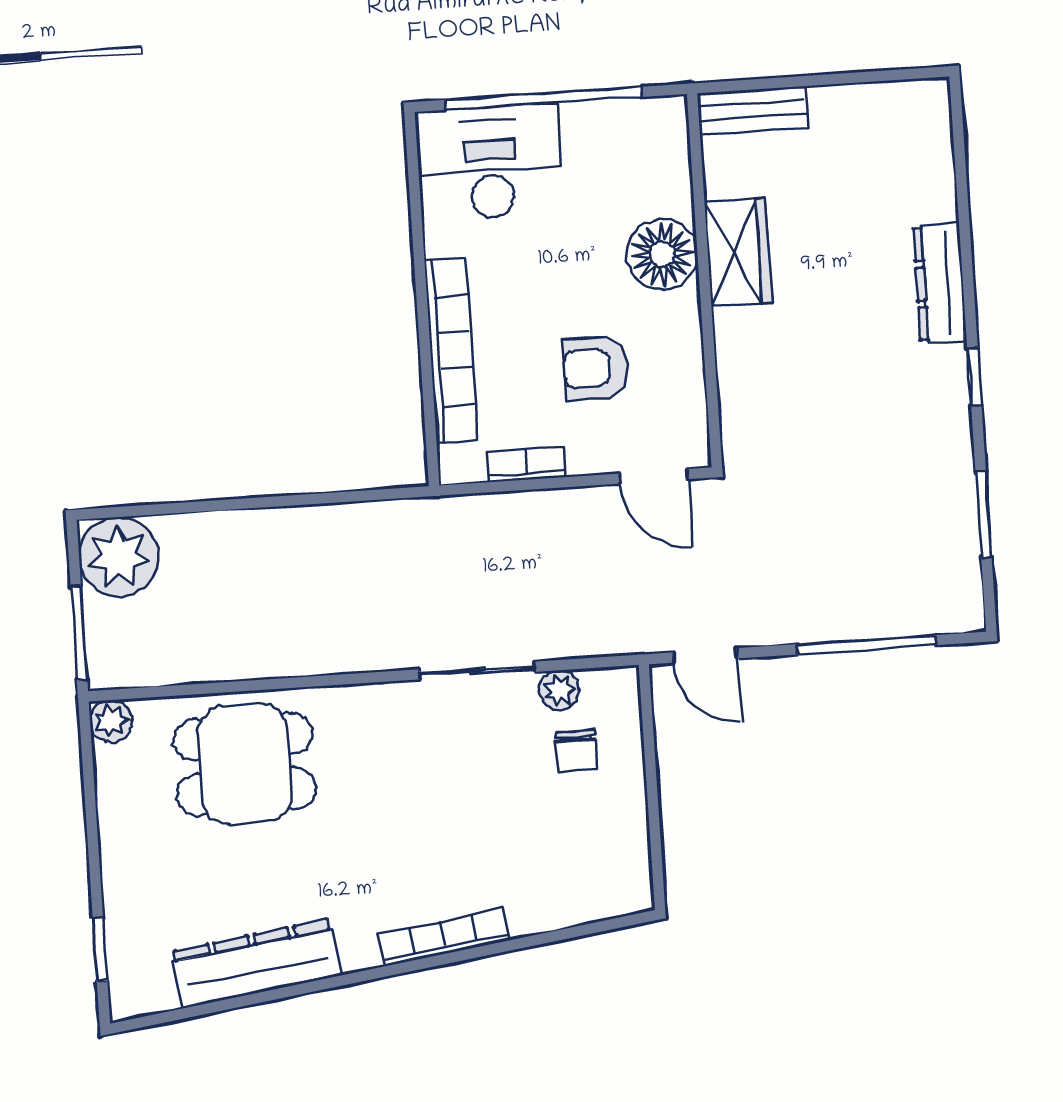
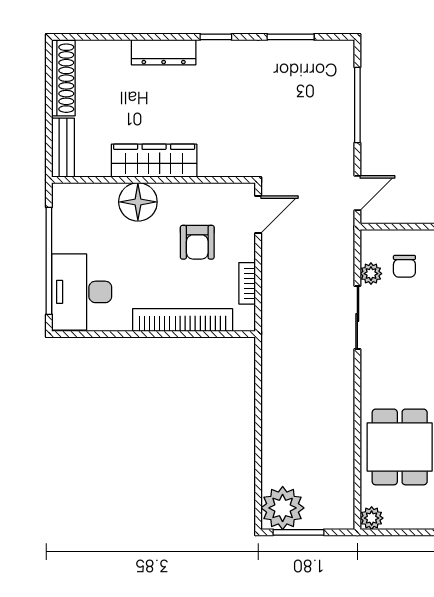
shoe rack: (880, 103) -> (63, 78), added
wardrobe: (738, 253) -> (154, 161), width x1.50
window: (79, 633) -> (298, 532), moved
chair: (577, 751) -> (404, 266), turned 90

